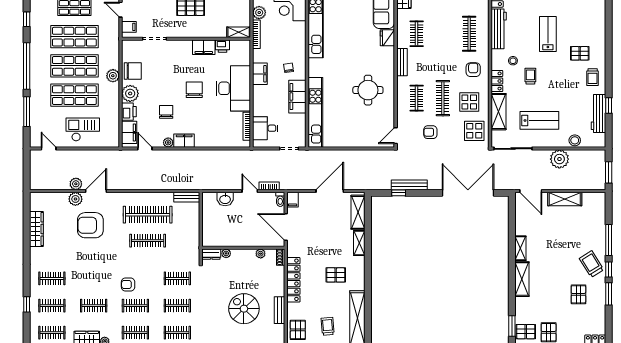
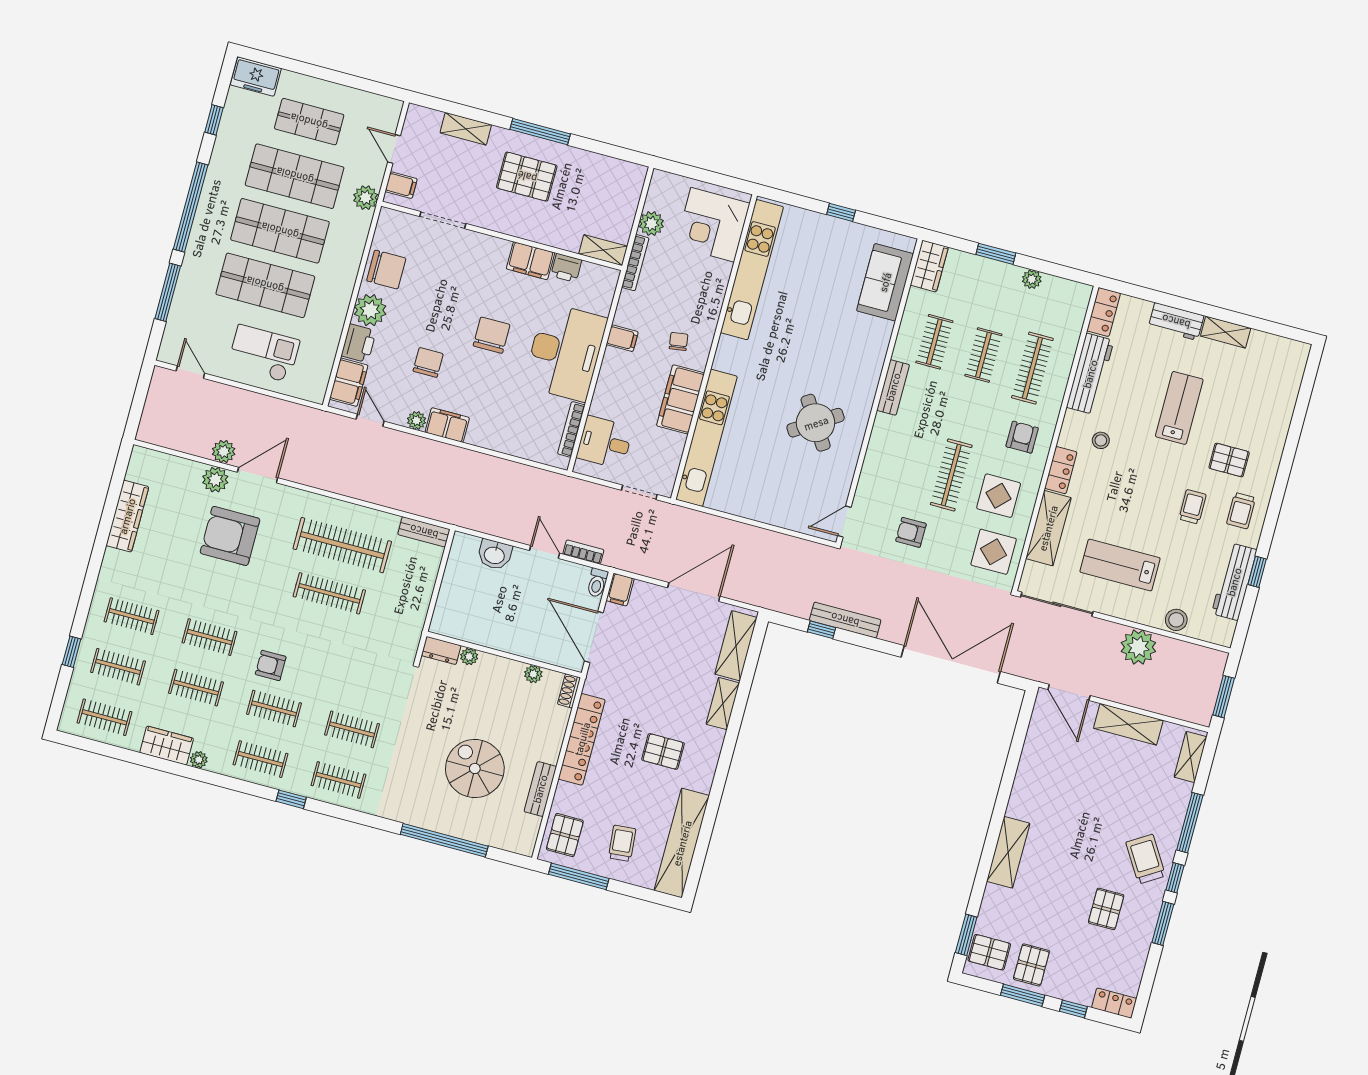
fridge: (387, 38) -> (878, 335), removed
filing cabinet: (260, 74) -> (622, 338), width x0.50
plant: (113, 76) -> (366, 198), moved
trolley: (530, 76) -> (1193, 507), moved
round table: (368, 90) -> (816, 423), turned -33
clothes rail: (417, 98) -> (983, 355), moved
lab bench: (539, 120) -> (1120, 565), turned 180
shelving: (520, 248) -> (1190, 757), moved
clothes rail: (177, 278) -> (210, 637), moved

